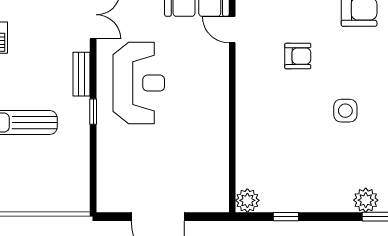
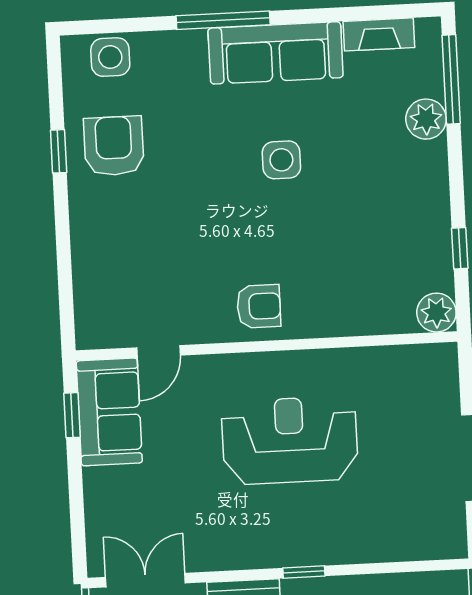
armchair: (298, 56) -> (259, 306), moved, turned 90
reception desk: (139, 83) -> (290, 440), moved

